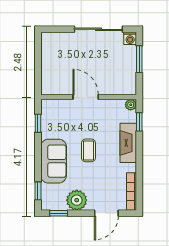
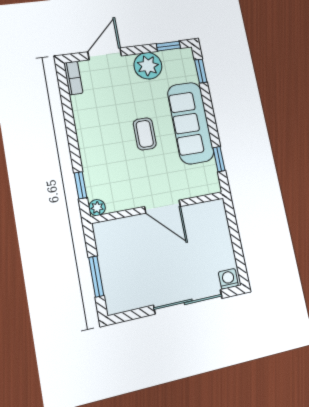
sliding door: (98, 29) -> (188, 302), moved
washing machine: (130, 38) -> (228, 279), moved
fireplace: (128, 143) -> (91, 153), removed
sofa: (54, 161) -> (191, 123), width x1.36
bookcase: (131, 192) -> (73, 78), width x0.64

